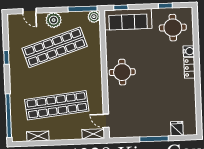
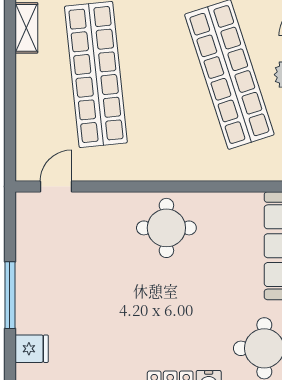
shelving: (93, 134) -> (27, 156), removed

